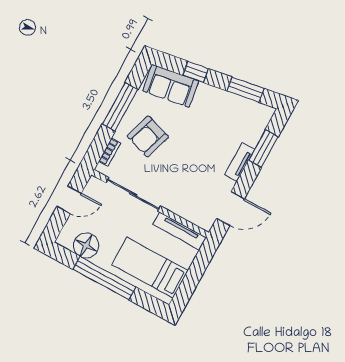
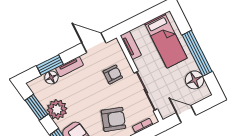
plant: (220, 103) -> (57, 109), added
floor lamp: (252, 136) -> (51, 77), added
armchair: (184, 187) -> (113, 74), added
tv unit: (180, 231) -> (131, 45), width x0.71

